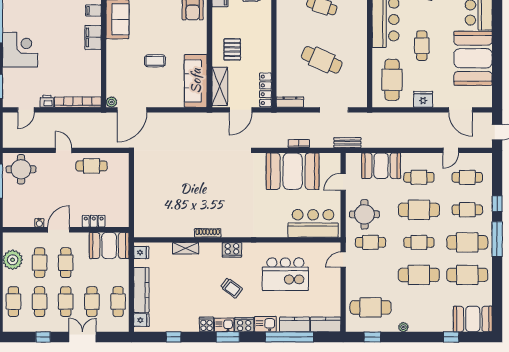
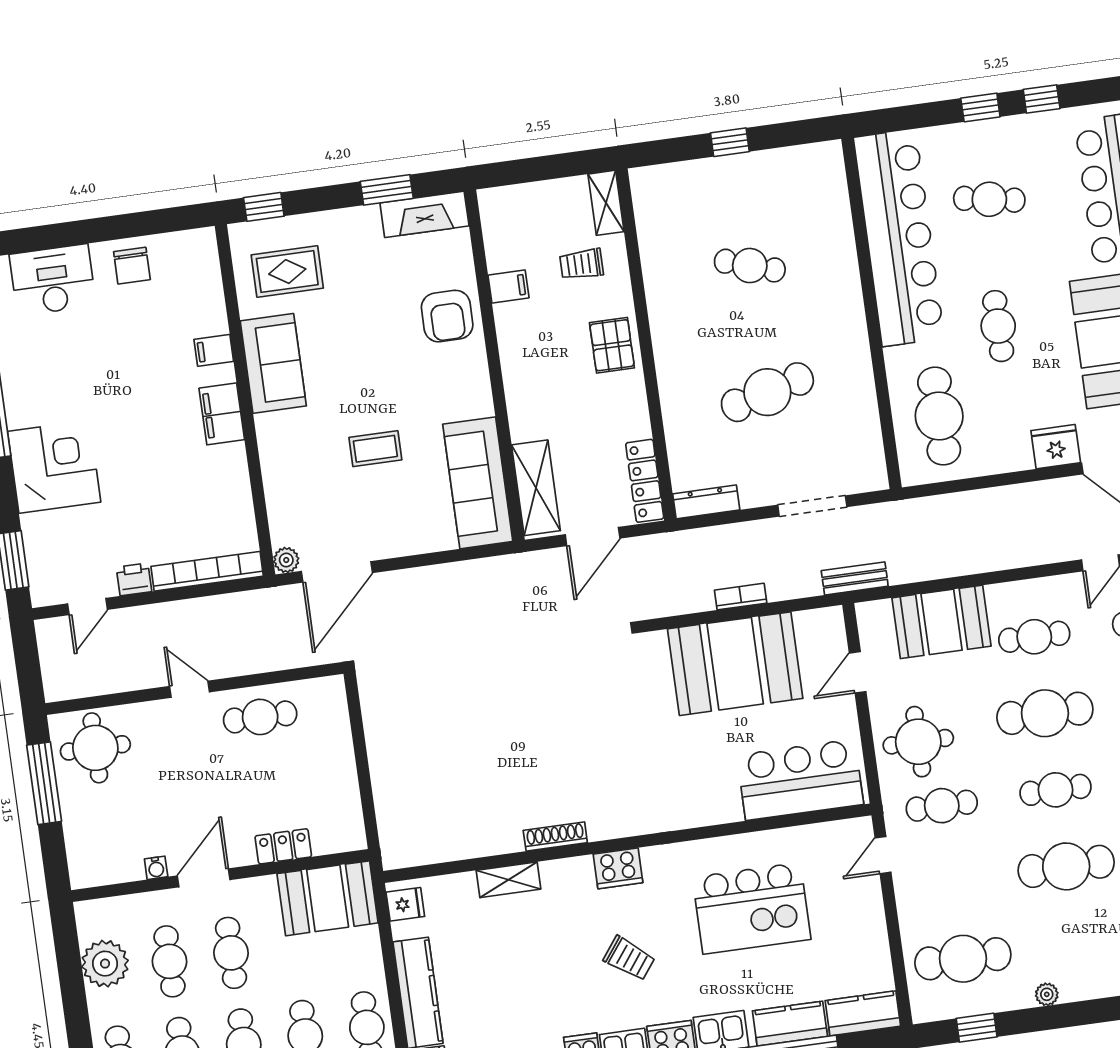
pallet: (232, 49) -> (612, 345), moved
cafe table: (322, 60) -> (767, 392), turned -39
fridge: (423, 99) -> (1056, 447), moved

